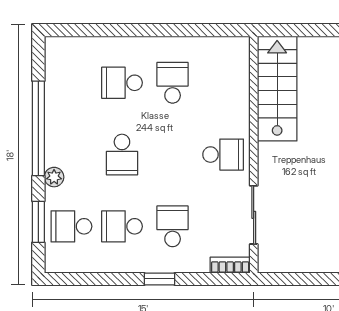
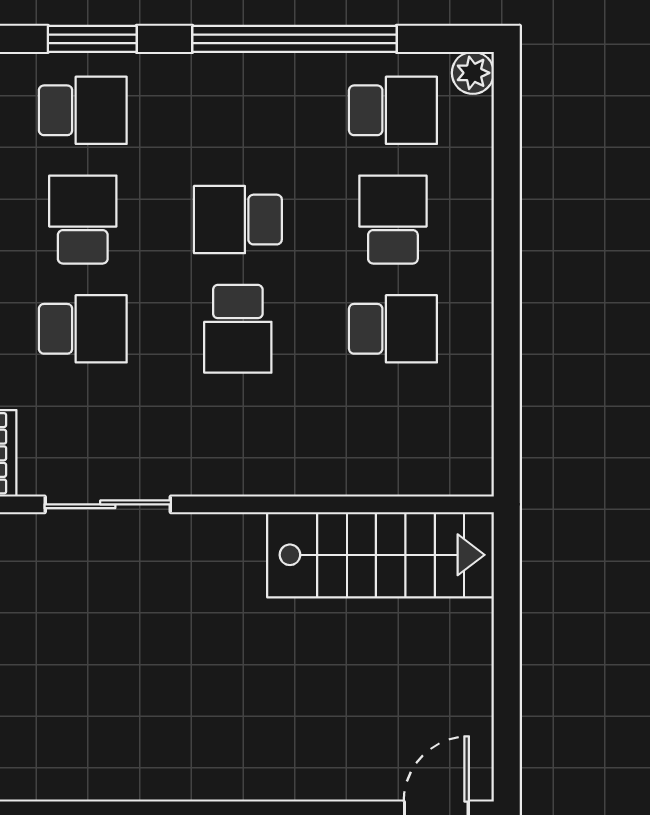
school desk: (71, 83) -> (393, 110), added
school desk: (223, 155) -> (238, 329), moved
plant: (54, 177) -> (473, 73), moved
school desk: (71, 226) -> (83, 110), turned 90

